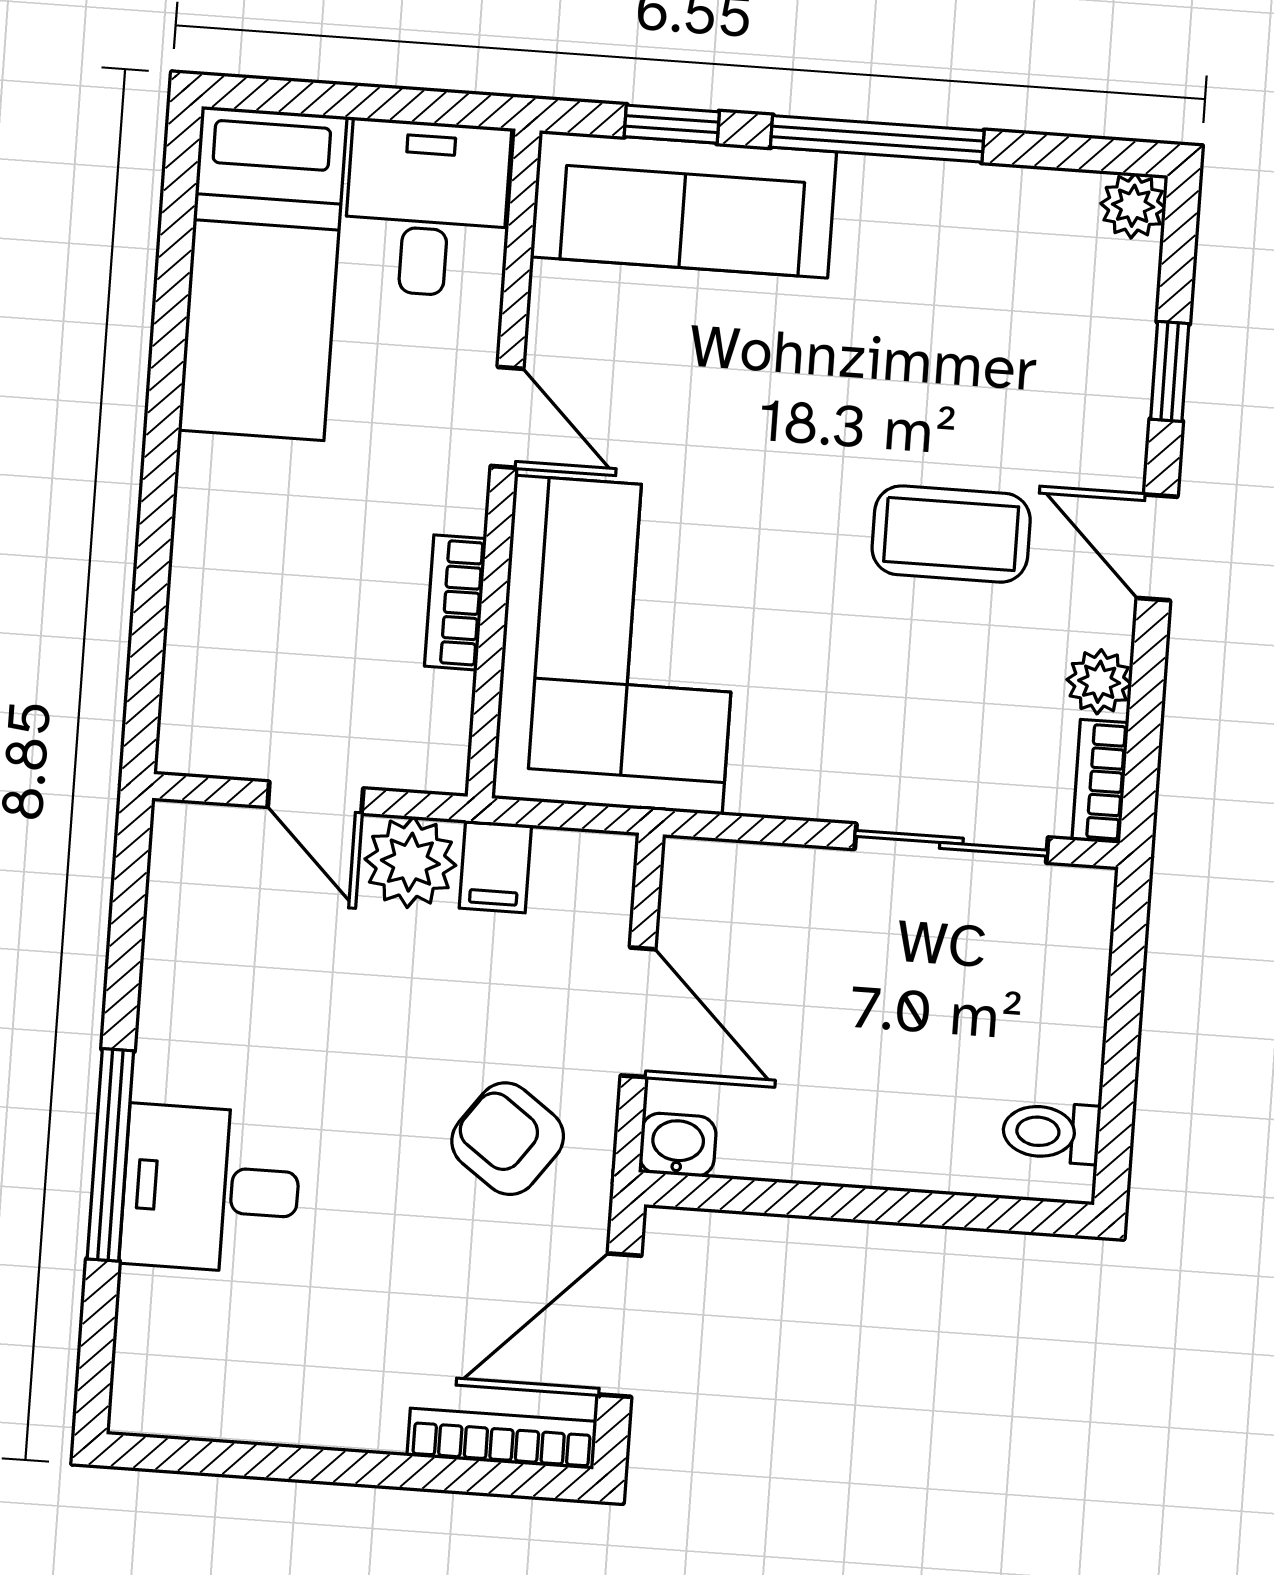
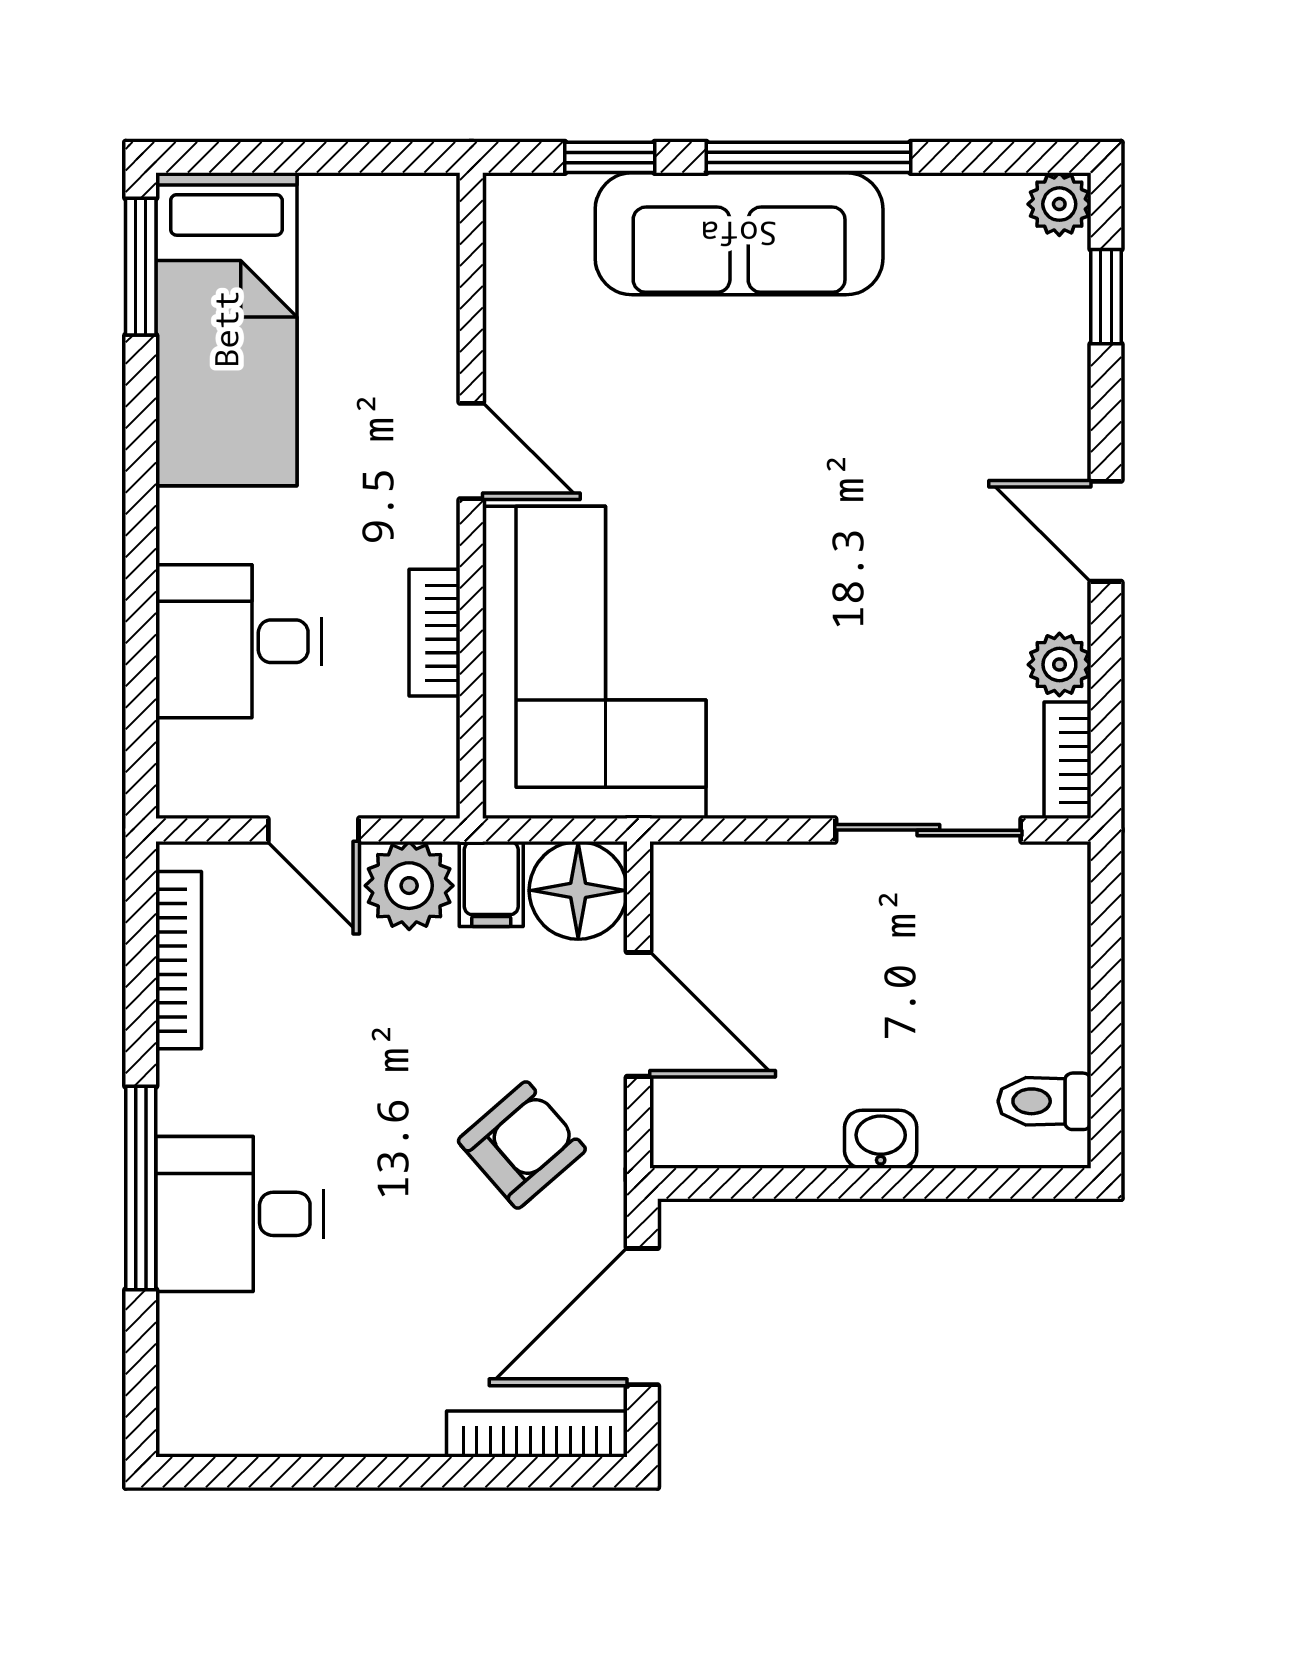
window: (179, 202) -> (141, 267), added
sofa: (683, 204) -> (739, 234), moved
desk: (427, 208) -> (239, 641), moved, turned -90
window: (1170, 371) -> (1106, 297), moved
coffee table: (951, 534) -> (907, 533), removed
floor lamp: (585, 880) -> (578, 890), added
bookcase: (167, 922) -> (179, 960), added
armchair: (508, 1139) -> (522, 1145), turned 103
washbasin: (678, 1145) -> (881, 1139), moved

